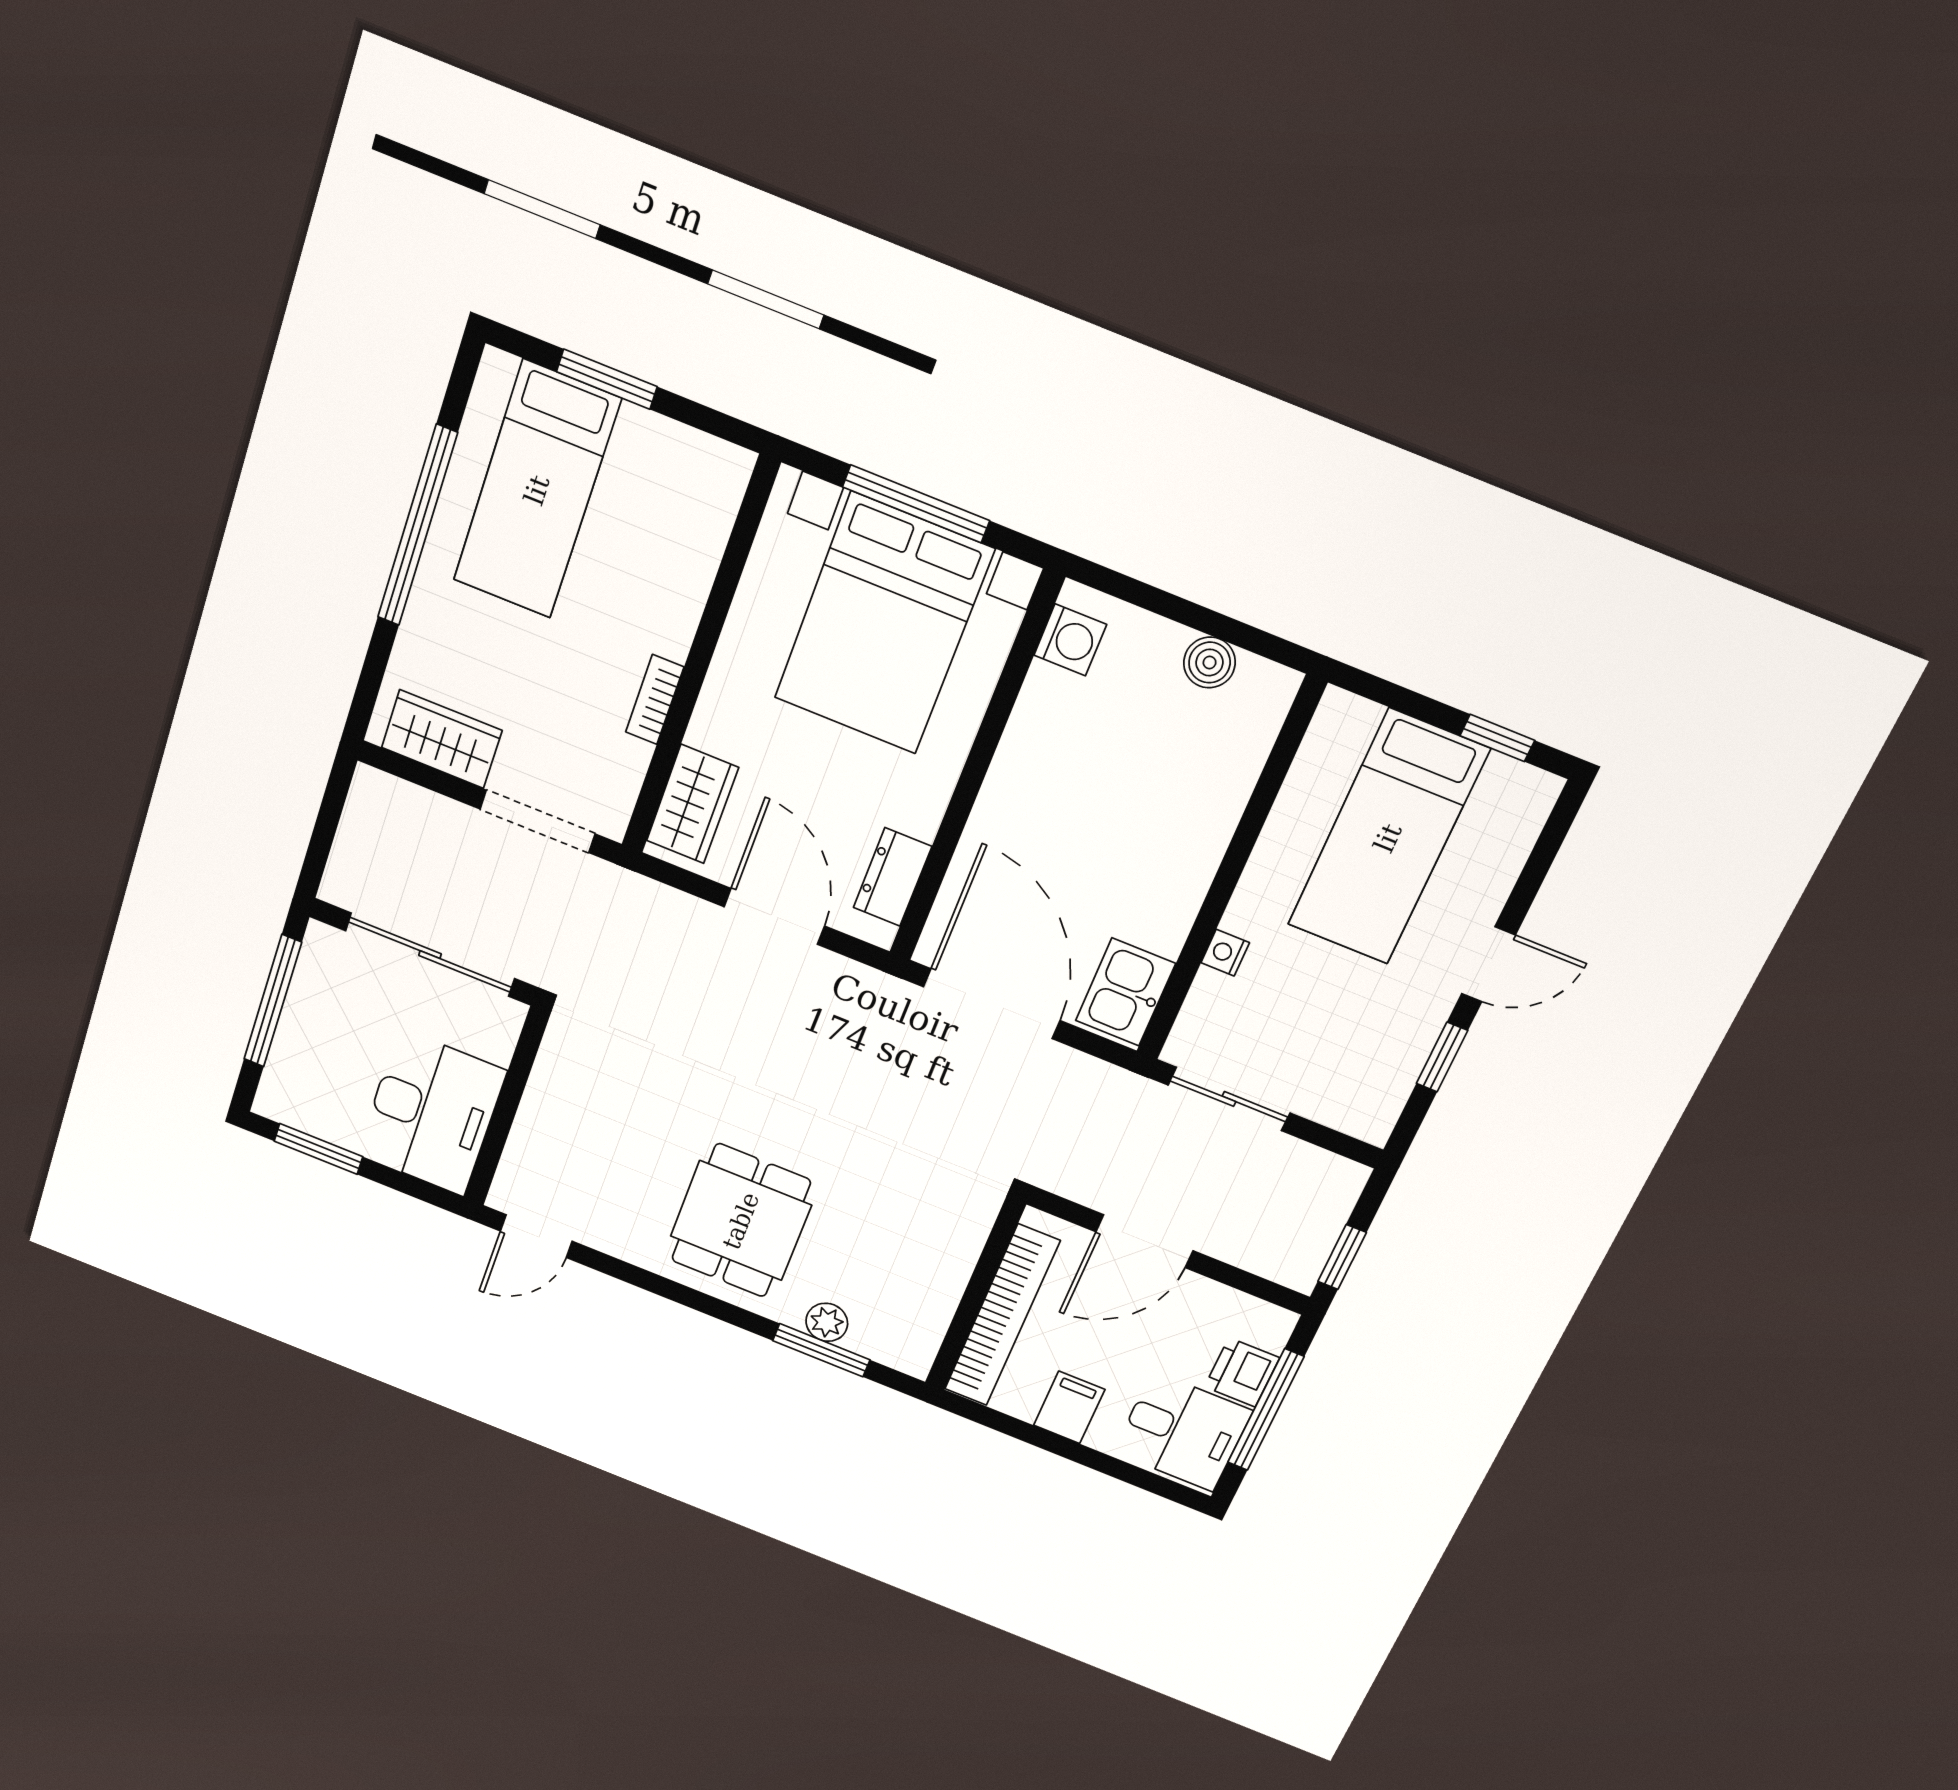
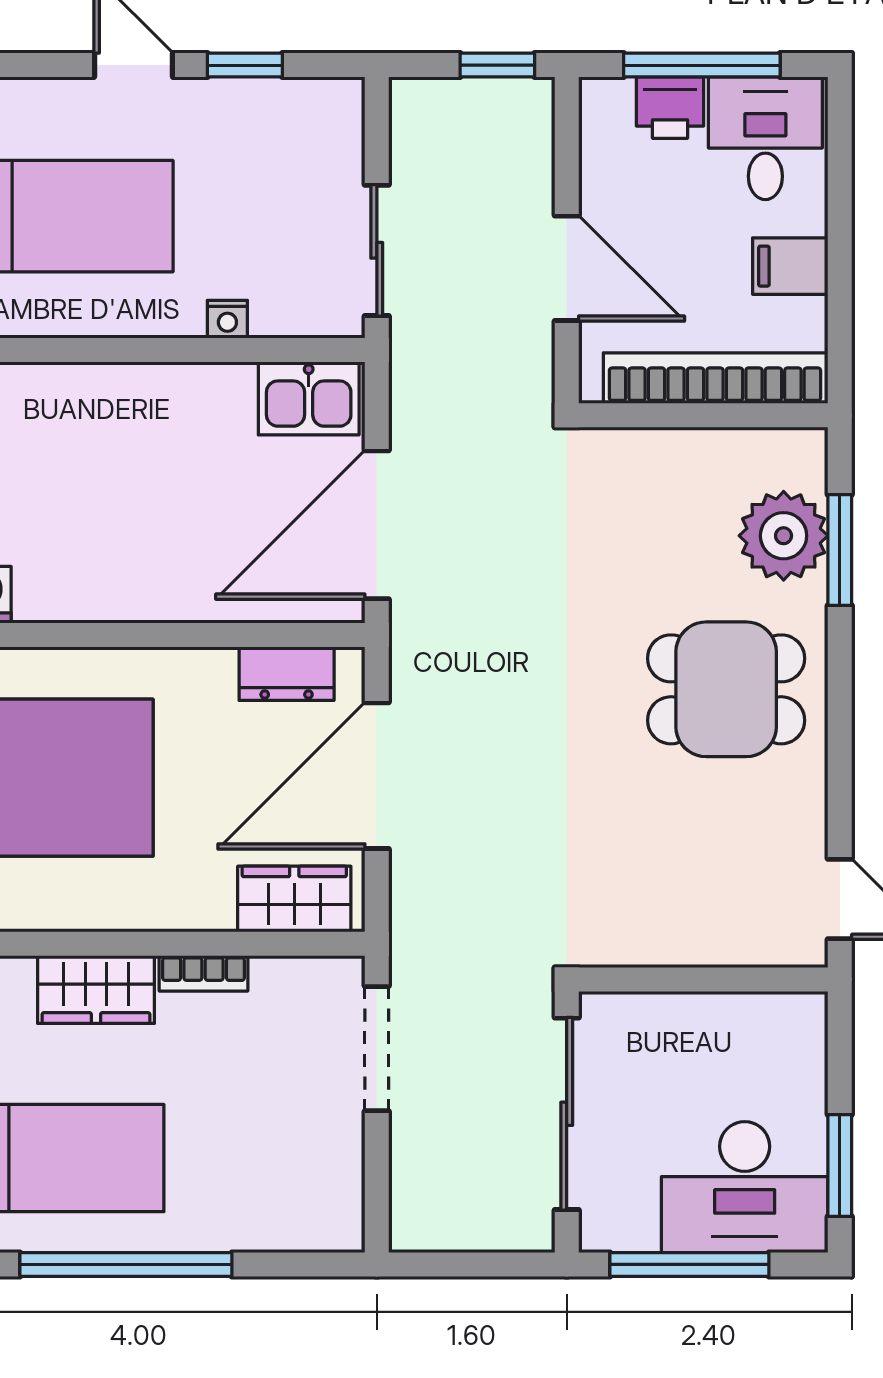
wardrobe: (442, 739) -> (96, 990), moved, turned -90
door: (774, 916) -> (377, 776), width x1.36
desk: (432, 1113) -> (745, 1187), moved, turned 180
plant: (827, 1322) -> (784, 536), width x1.88, depth x1.88

